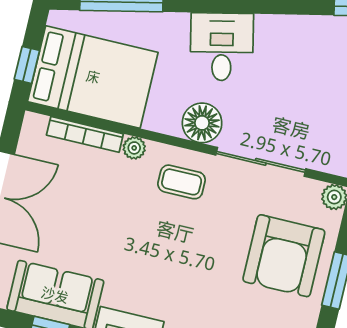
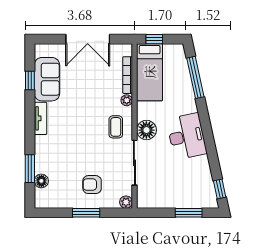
desk: (222, 47) -> (187, 136), width x1.37
bed: (93, 77) -> (150, 72), width x0.67
armchair: (284, 256) -> (92, 185), width x0.53, depth x0.53

